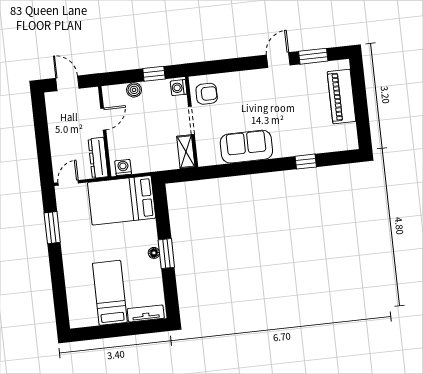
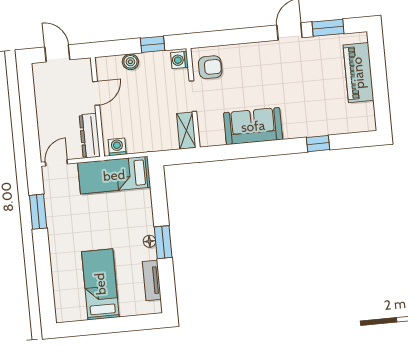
bed: (122, 200) -> (114, 175), width x0.67
tv unit: (146, 313) -> (152, 280), moved, turned -90

